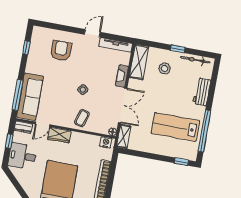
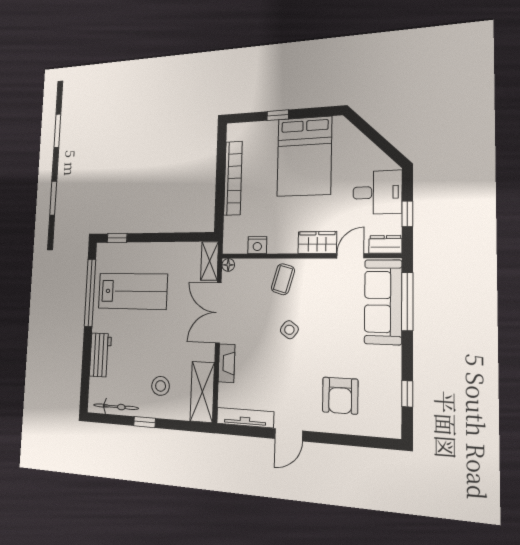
nightstand: (106, 142) -> (257, 245), moved

